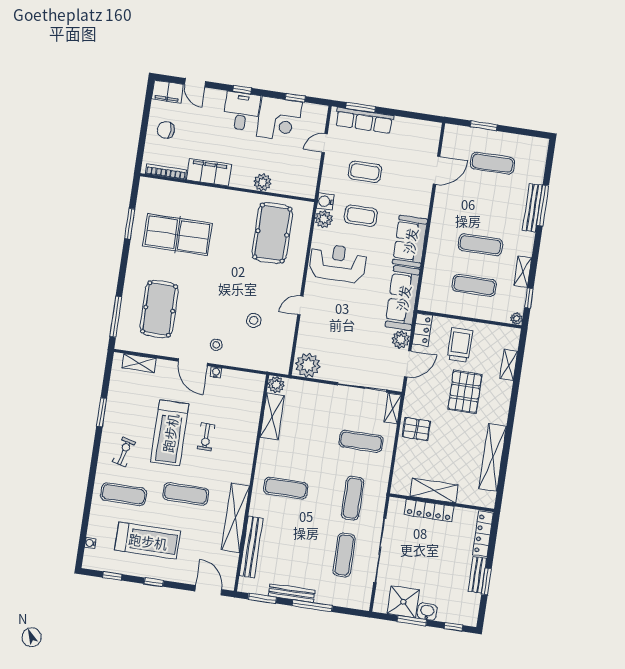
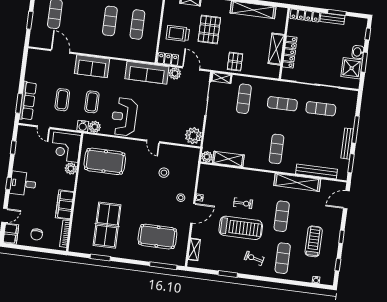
corner desk: (279, 119) -> (66, 147), moved, turned 180
sofa: (410, 241) -> (92, 66), moved
pallet: (465, 392) -> (209, 29), turned 90
treadmill: (148, 541) -> (314, 241), width x0.73, depth x0.73

